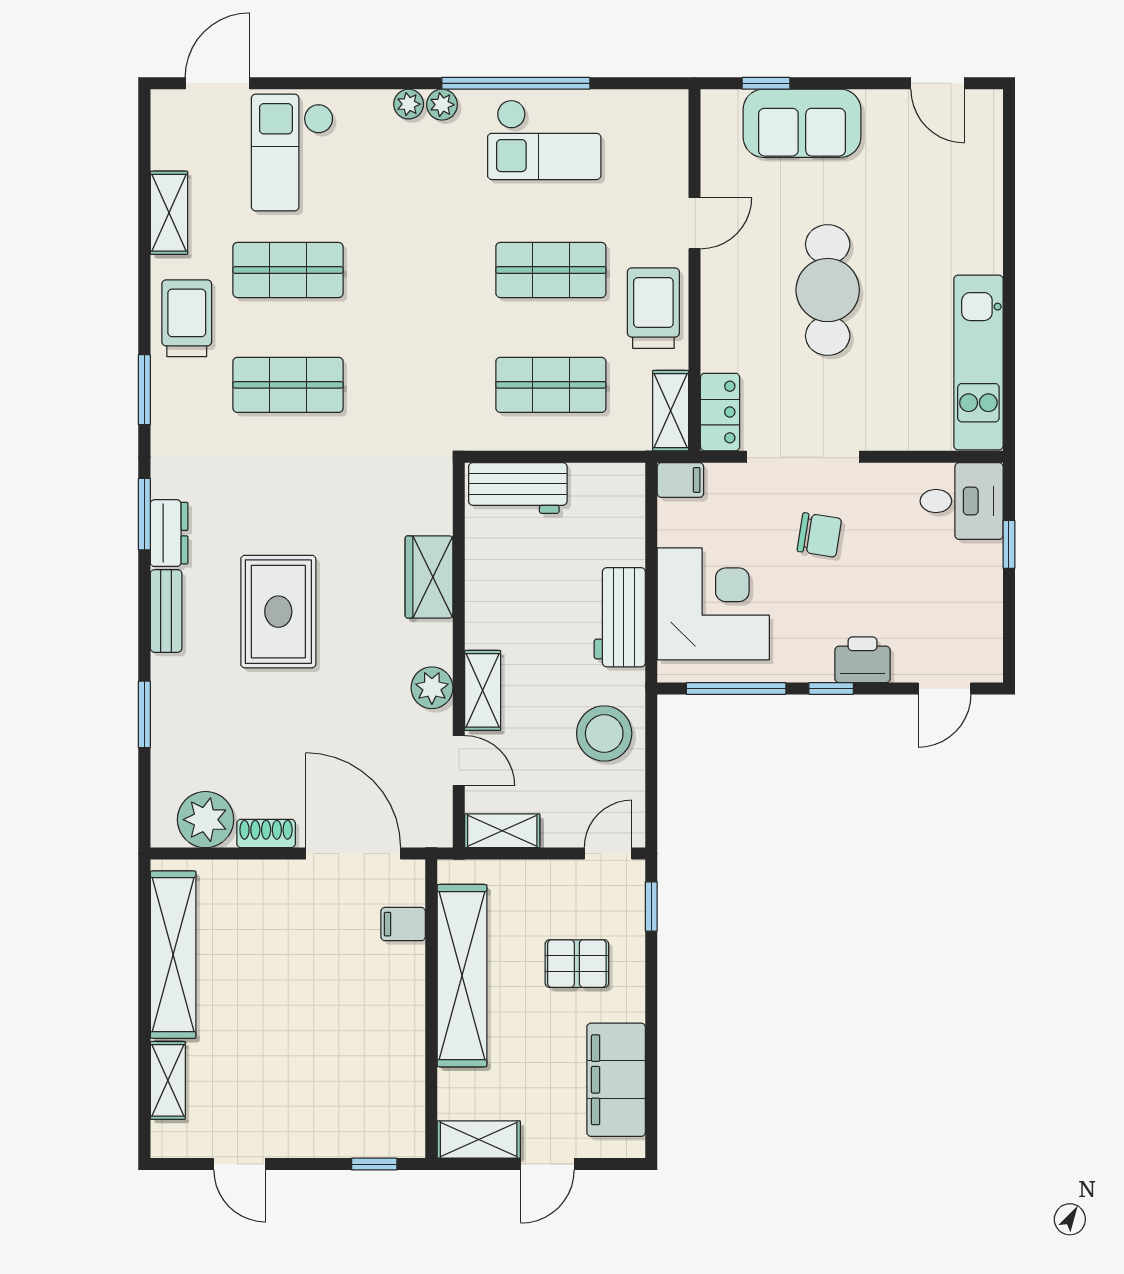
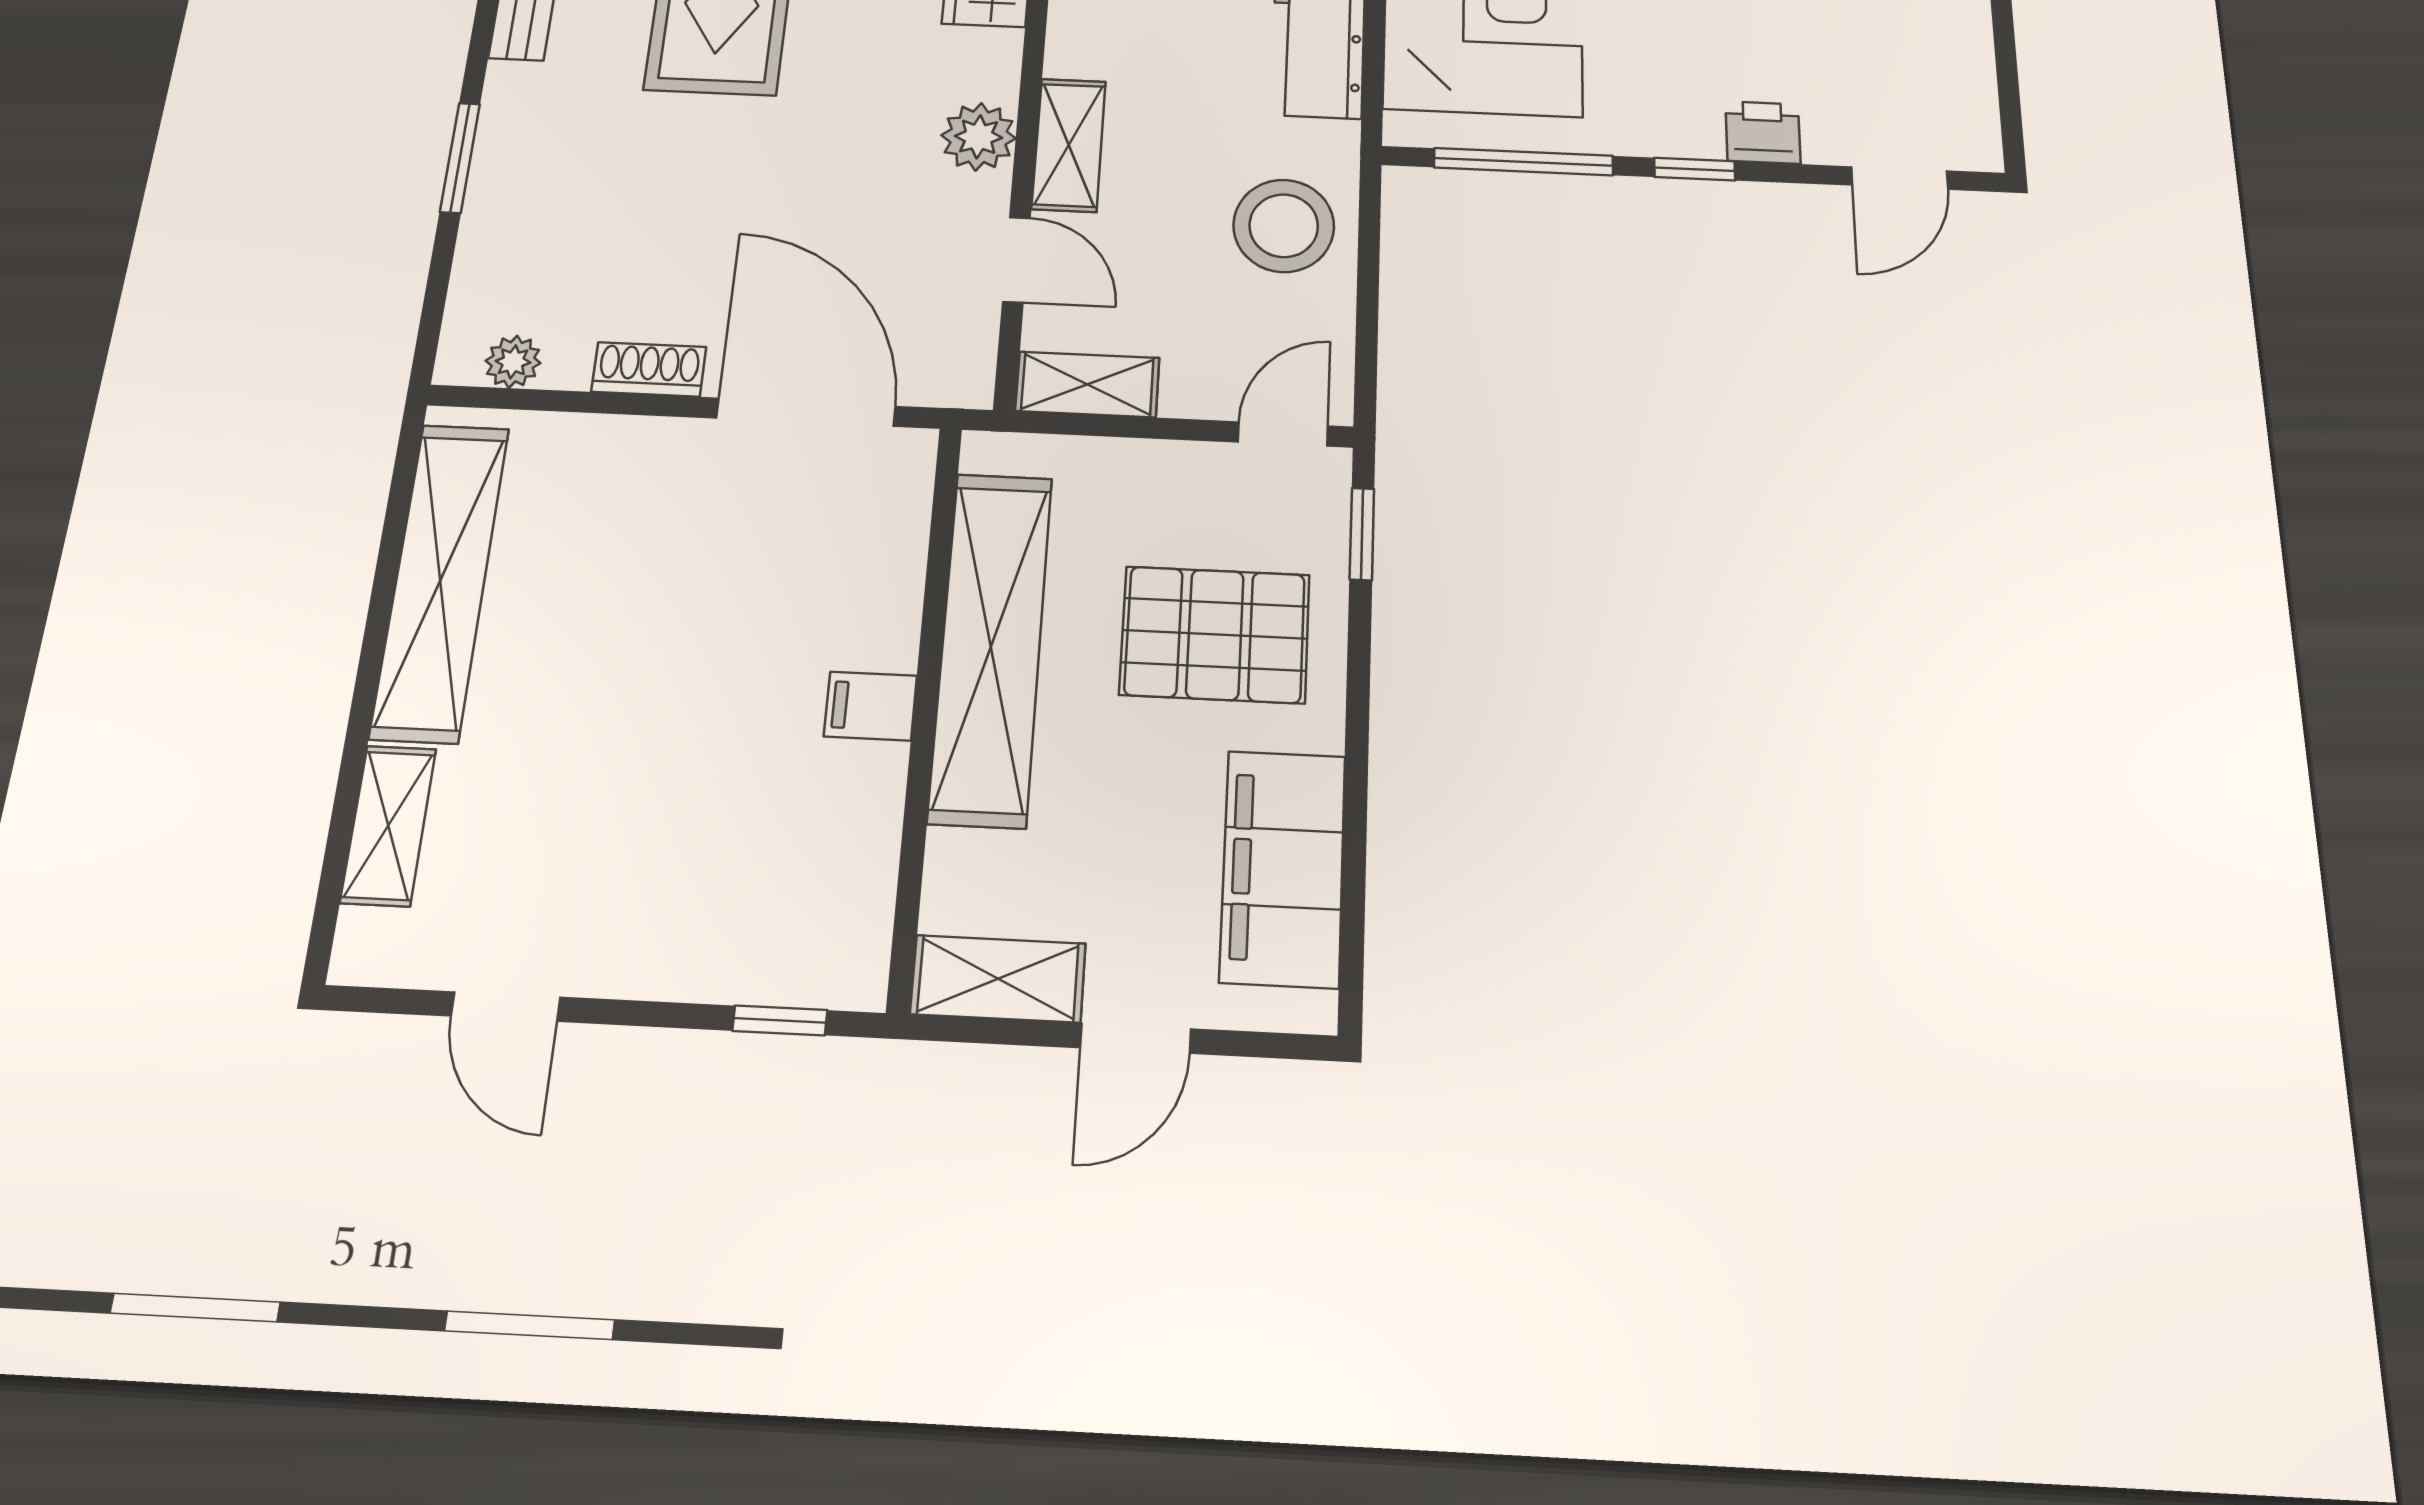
printer: (862, 660) -> (1763, 132), width x0.73, depth x0.81
plant: (206, 820) -> (513, 362), width x0.53, depth x0.53
filing cabinet: (403, 924) -> (870, 706), moved
pallet: (577, 964) -> (1215, 635), width x1.50, depth x1.42

